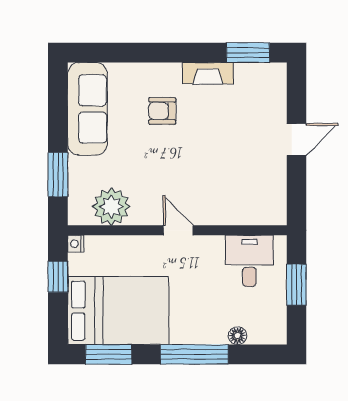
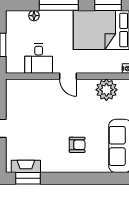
fireplace: (208, 73) -> (26, 166), moved
desk: (249, 261) -> (39, 59), moved

